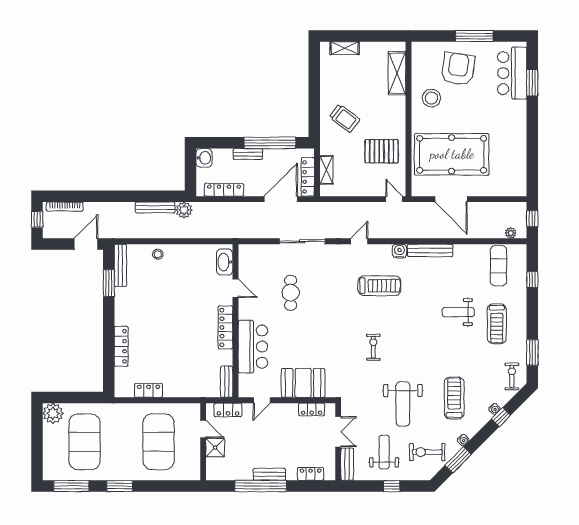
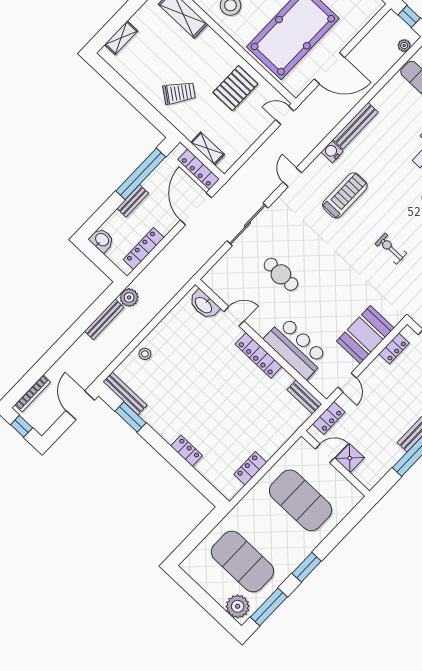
locker: (121, 346) -> (187, 451), width x0.66
plant: (53, 413) -> (238, 606), moved

